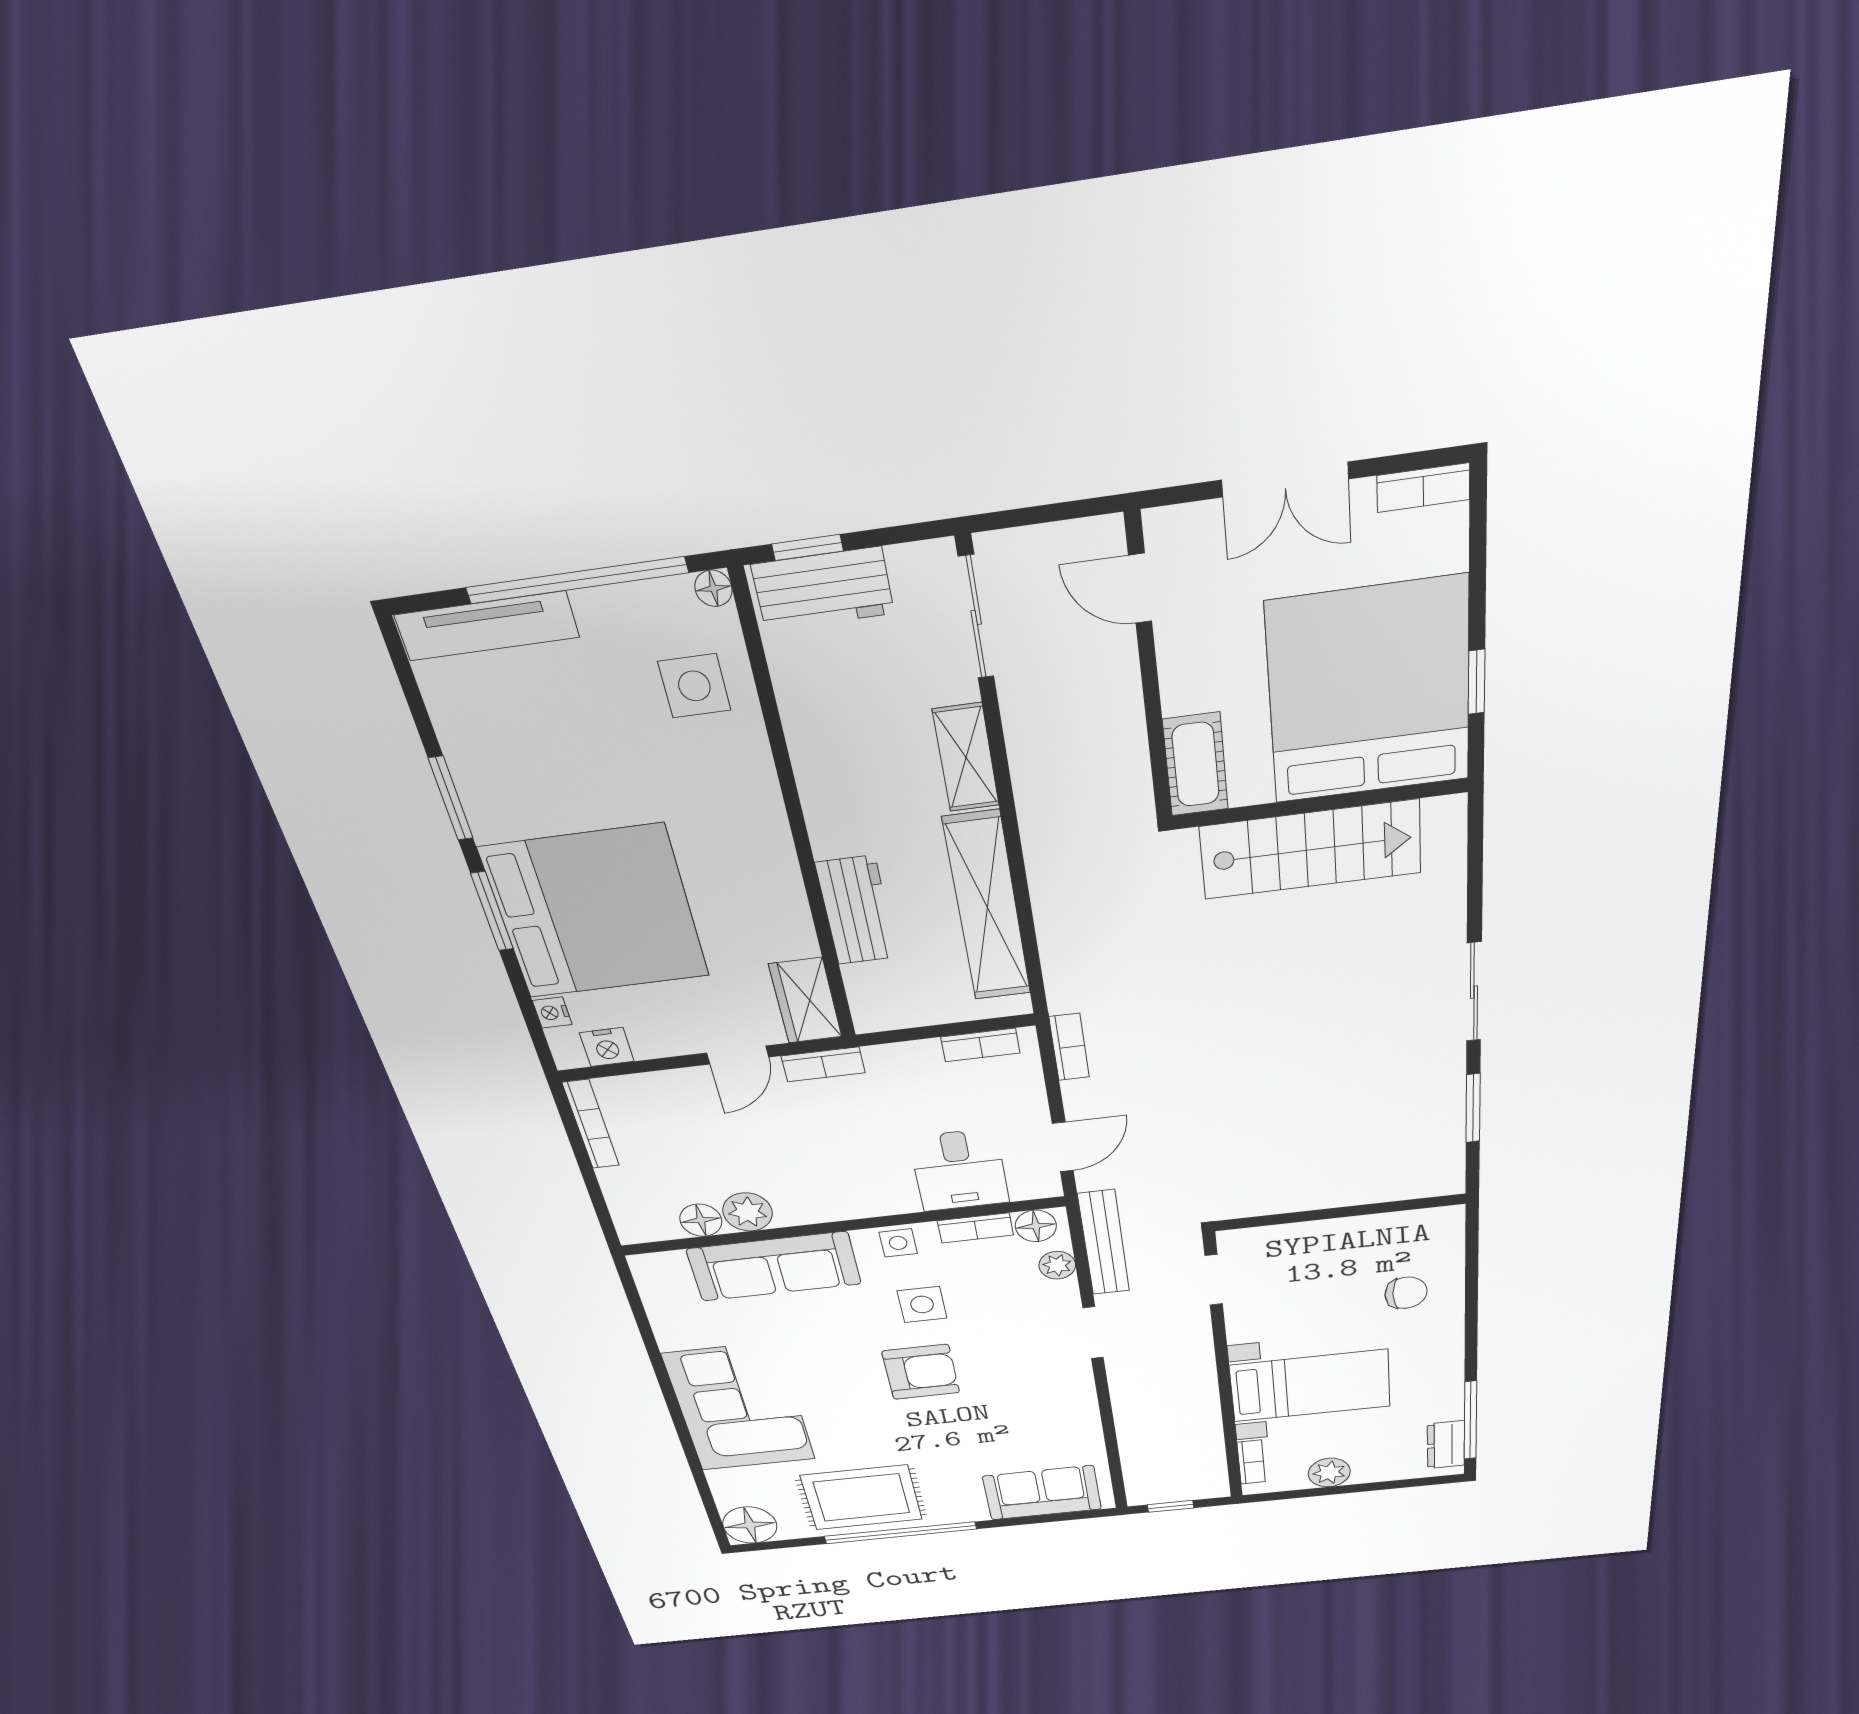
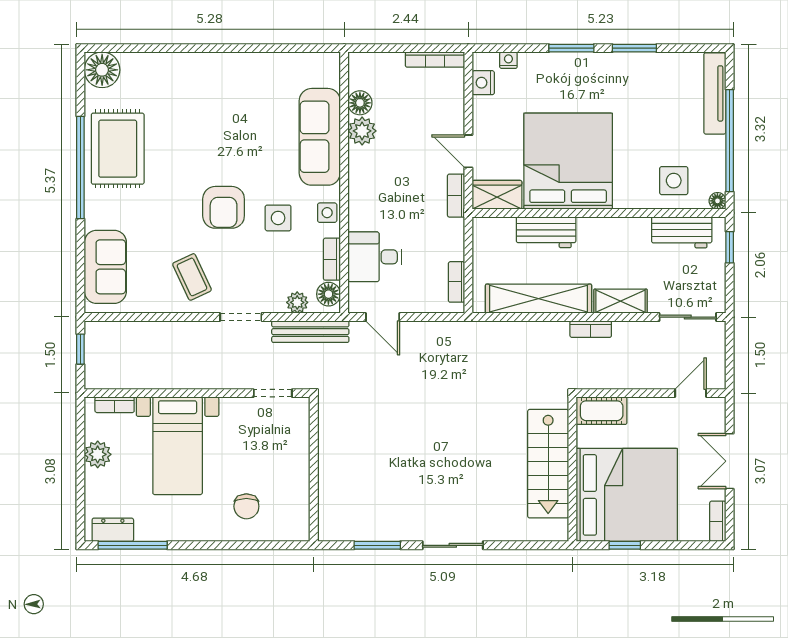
workbench: (823, 589) -> (682, 232), moved, turned -90
bed: (595, 912) -> (568, 161), moved, turned 180
bookcase: (1069, 1047) -> (591, 329), moved
coffee table: (1039, 1397) -> (192, 277), added
corner sofa: (739, 1407) -> (210, 89), removed

